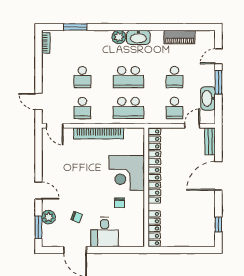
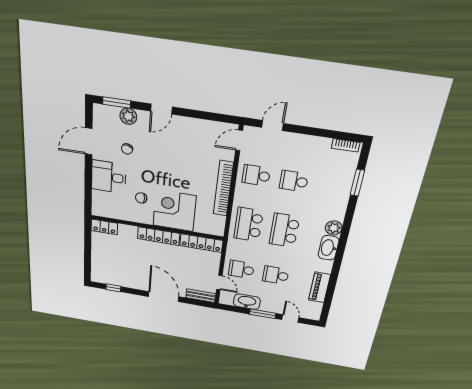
locker: (154, 229) -> (104, 227), width x0.66

